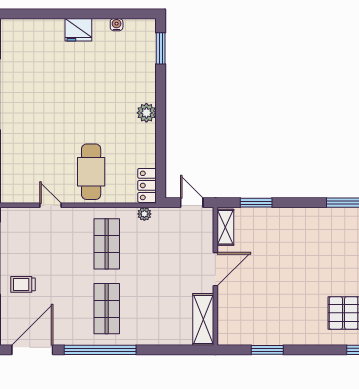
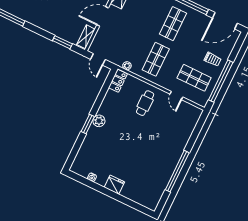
window: (161, 48) -> (88, 124), moved
cafe table: (91, 172) -> (145, 103), width x0.73, depth x0.74
shop shelf: (37, 244) -> (194, 78), added

